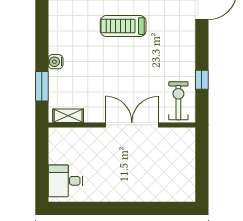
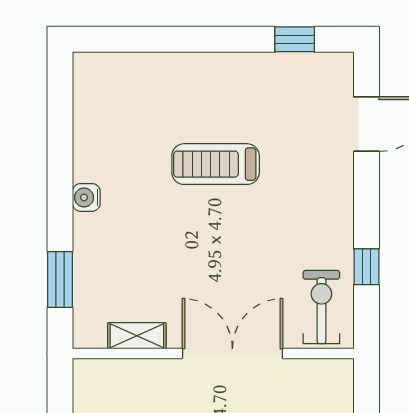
water cooler: (56, 62) -> (86, 197), moved
shelving: (68, 116) -> (137, 336), moved

